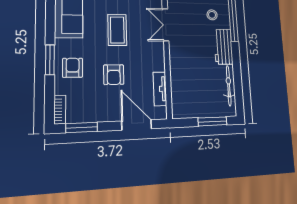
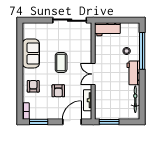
double door: (166, 25) -> (93, 74), moved
window: (50, 60) -> (20, 81), removed
window: (212, 121) -> (109, 122), moved
door: (137, 125) -> (72, 122), hinge flipped

